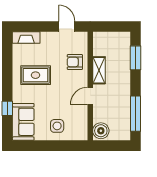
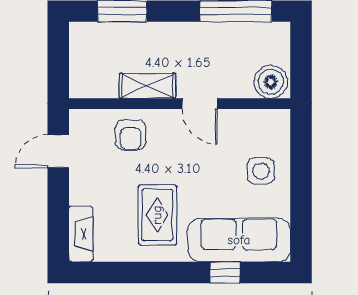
sofa: (23, 122) -> (239, 240), width x1.36

